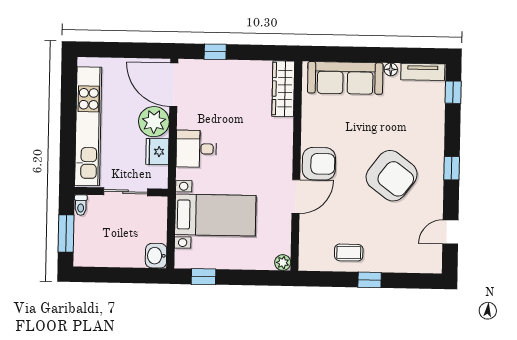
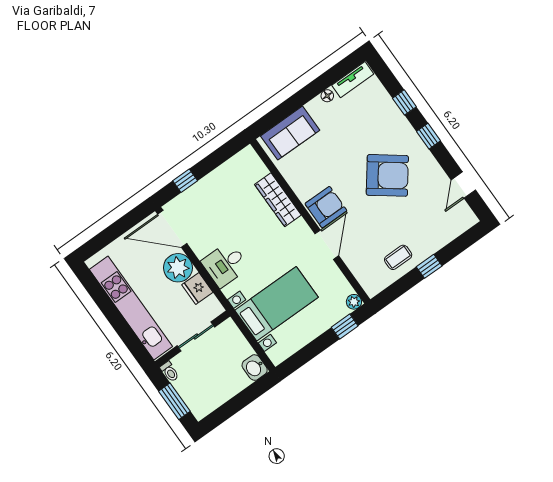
sofa: (345, 78) -> (290, 133), width x0.73
wardrobe: (283, 89) -> (278, 200), moved
window: (453, 92) -> (404, 102), moved
window: (204, 277) -> (345, 327), moved

